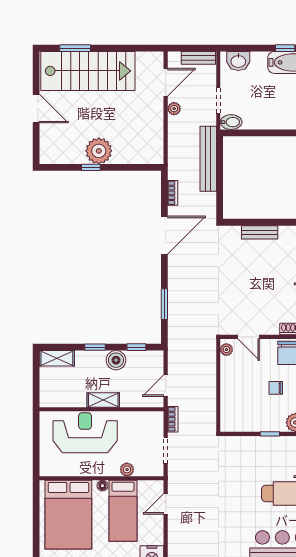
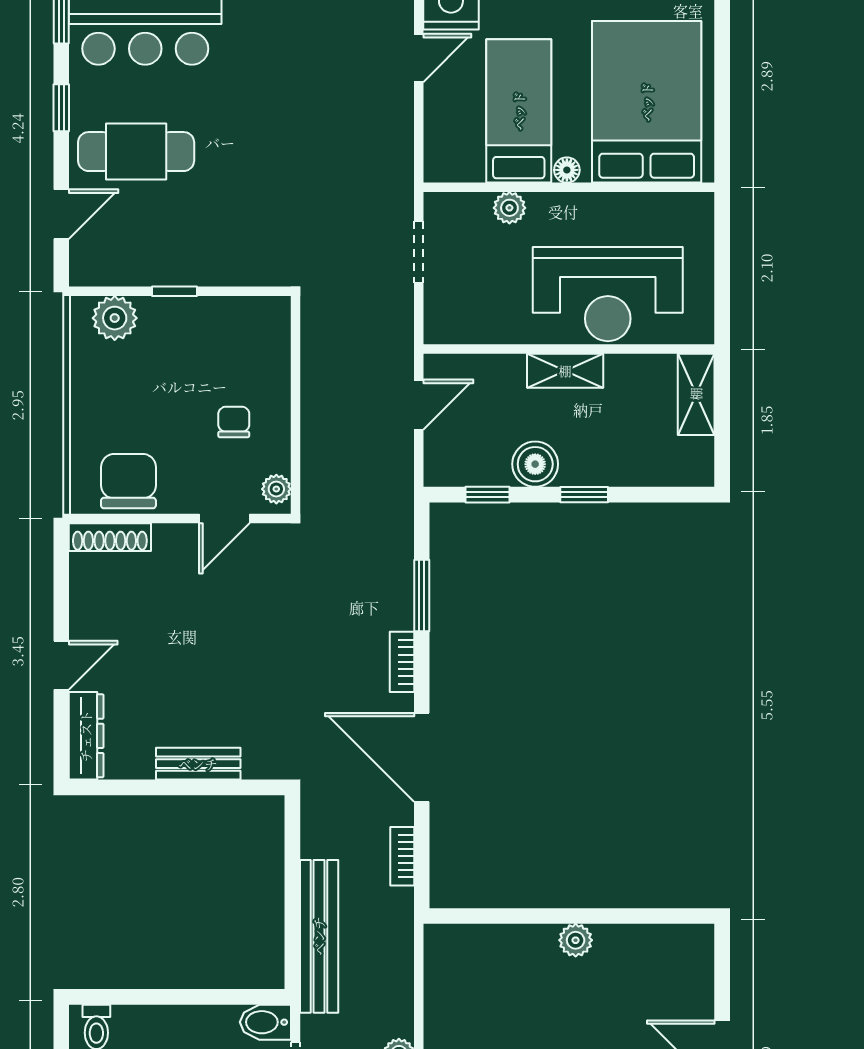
plant: (99, 151) -> (576, 940), width x0.53, depth x0.53
window: (91, 167) -> (594, 916), removed
door: (164, 235) -> (422, 757), hinge flipped
door: (249, 337) -> (224, 519), swing flipped
shelving: (57, 358) -> (696, 394), moved, turned 90
chair: (276, 388) -> (234, 422), moved, turned -90
bookcase: (173, 419) -> (402, 662), moved
door: (166, 504) -> (419, 58), moved

